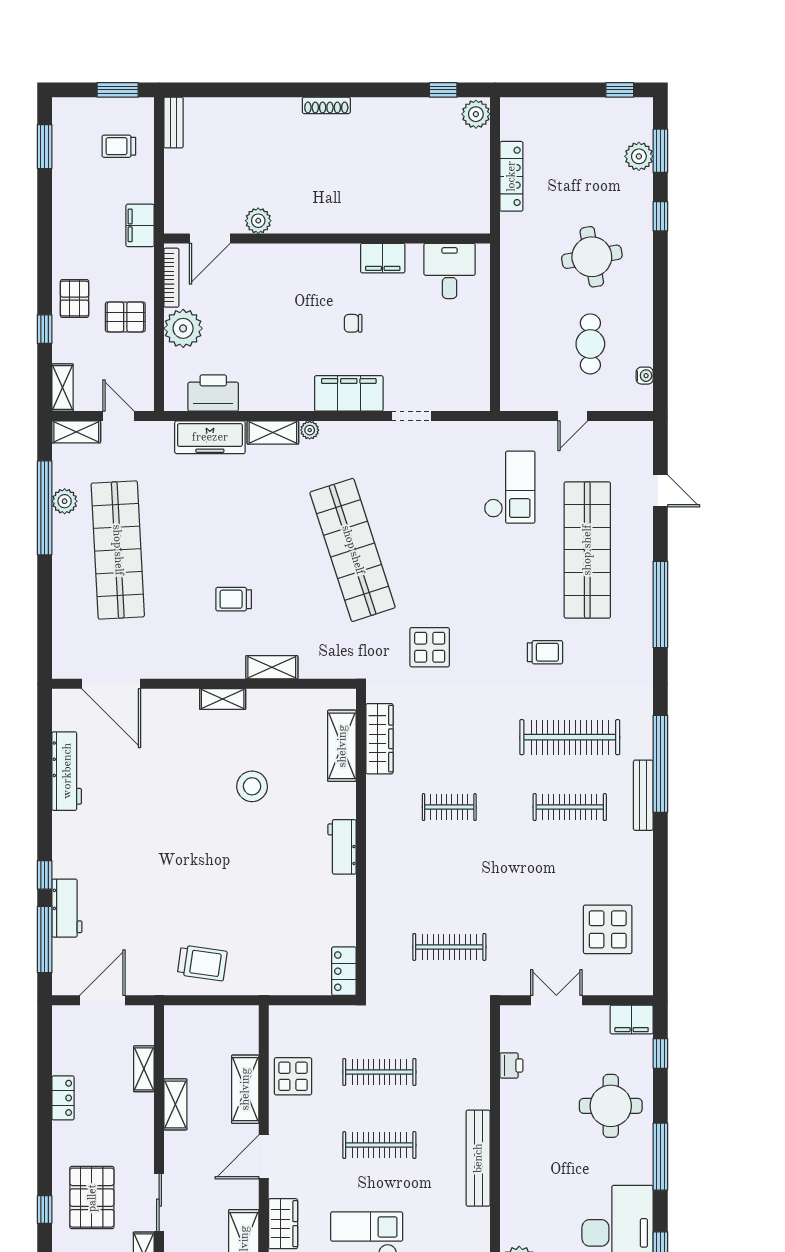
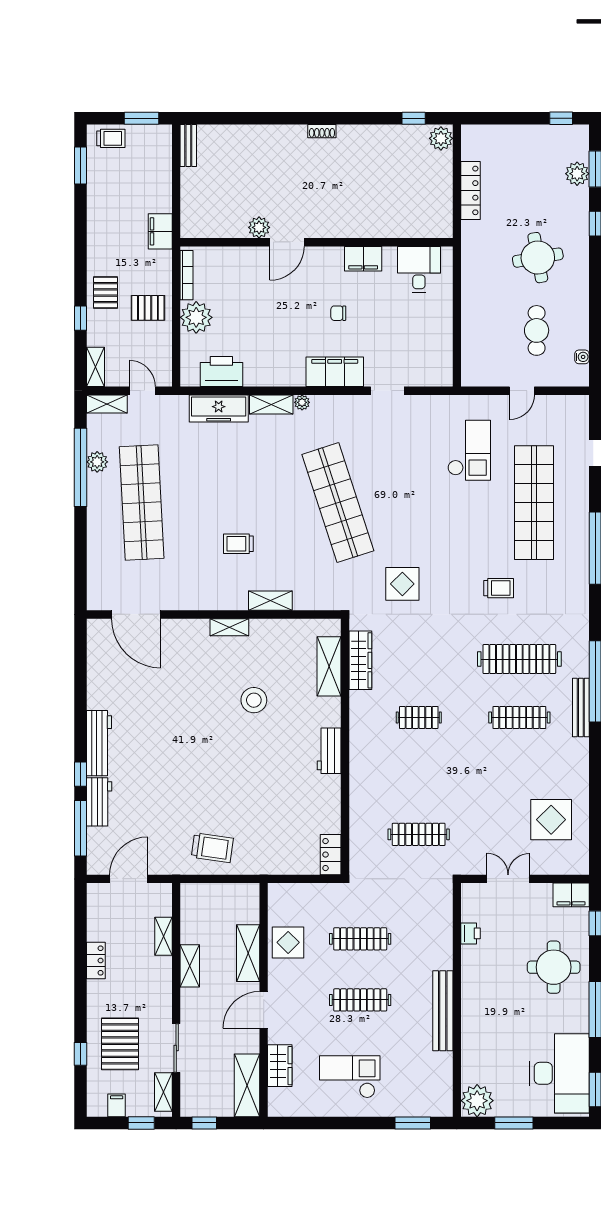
shoe rack: (326, 105) -> (322, 131), width x0.70
trolley: (119, 146) -> (111, 138), moved, turned 180
door: (210, 238) -> (287, 242), moved
workbench: (67, 771) -> (99, 743), moved

